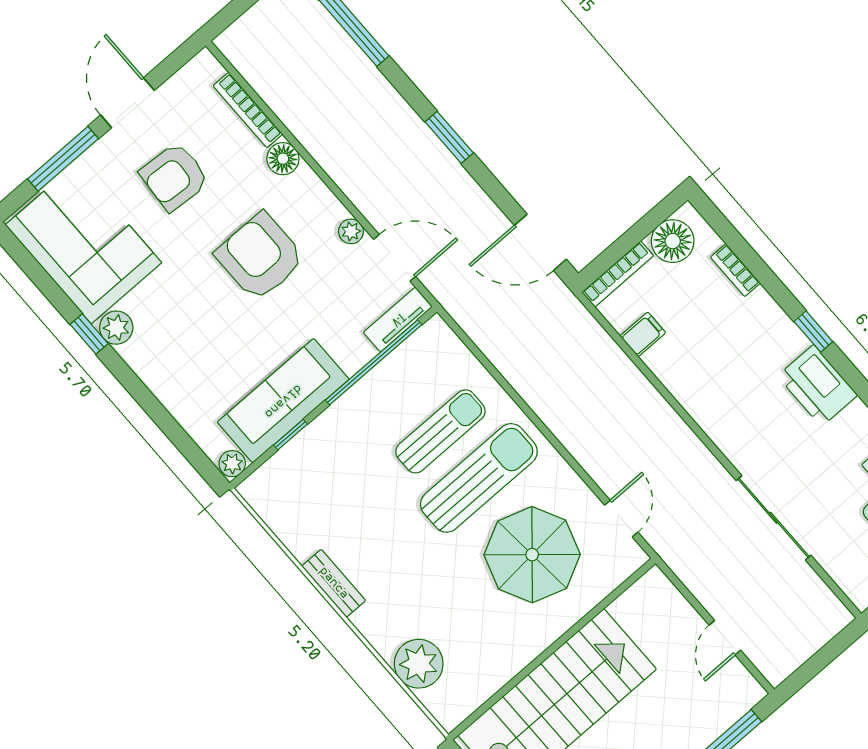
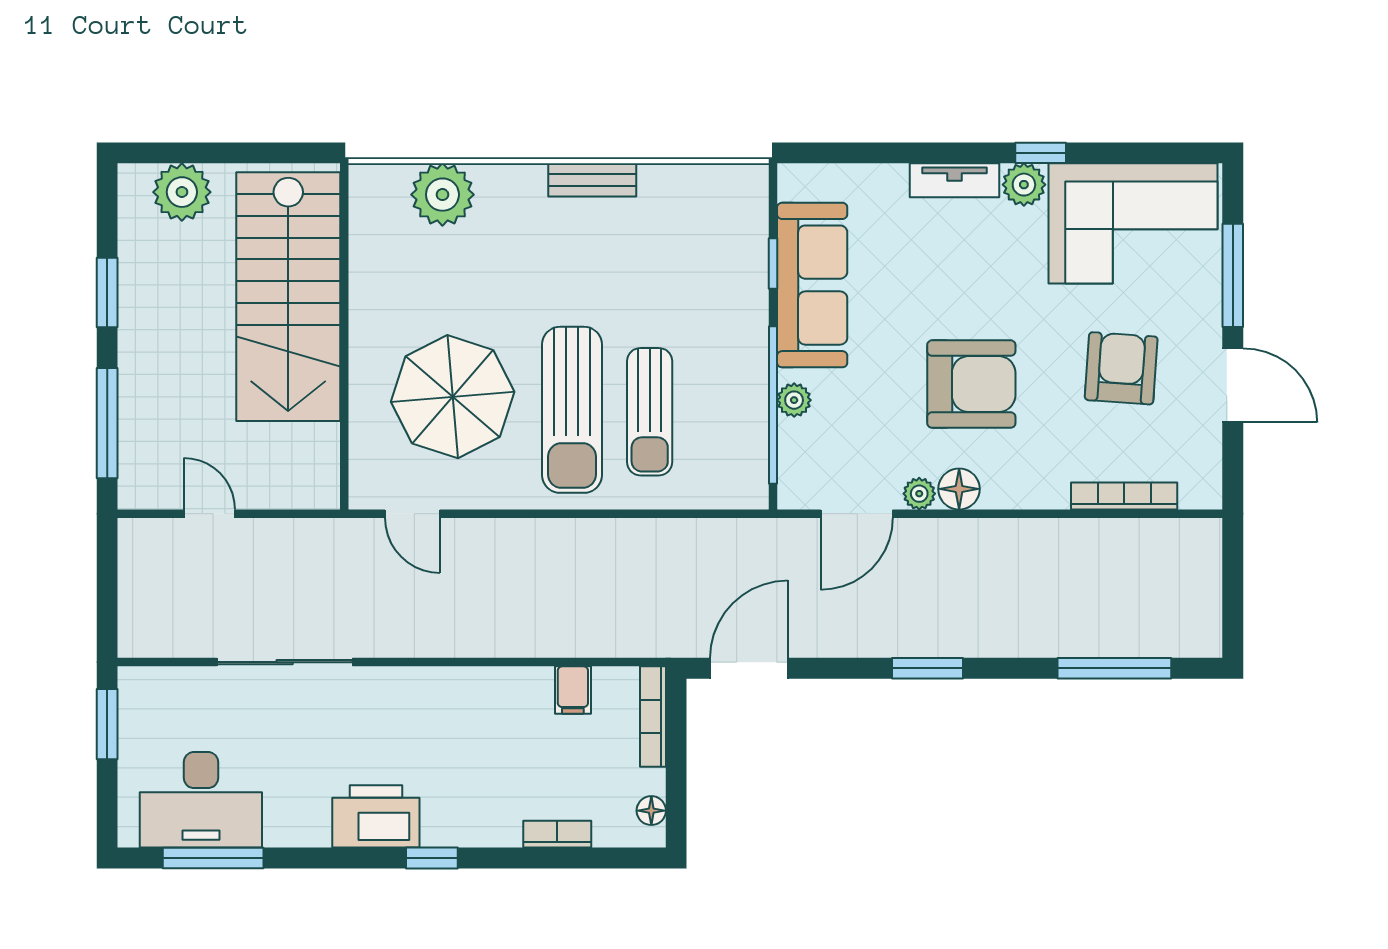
floor lamp: (283, 159) -> (959, 489), moved
floor lamp: (673, 241) -> (651, 811), width x0.53, depth x0.53
tv unit: (398, 319) -> (955, 180), moved, turned 90
plant: (232, 464) -> (794, 400), moved

